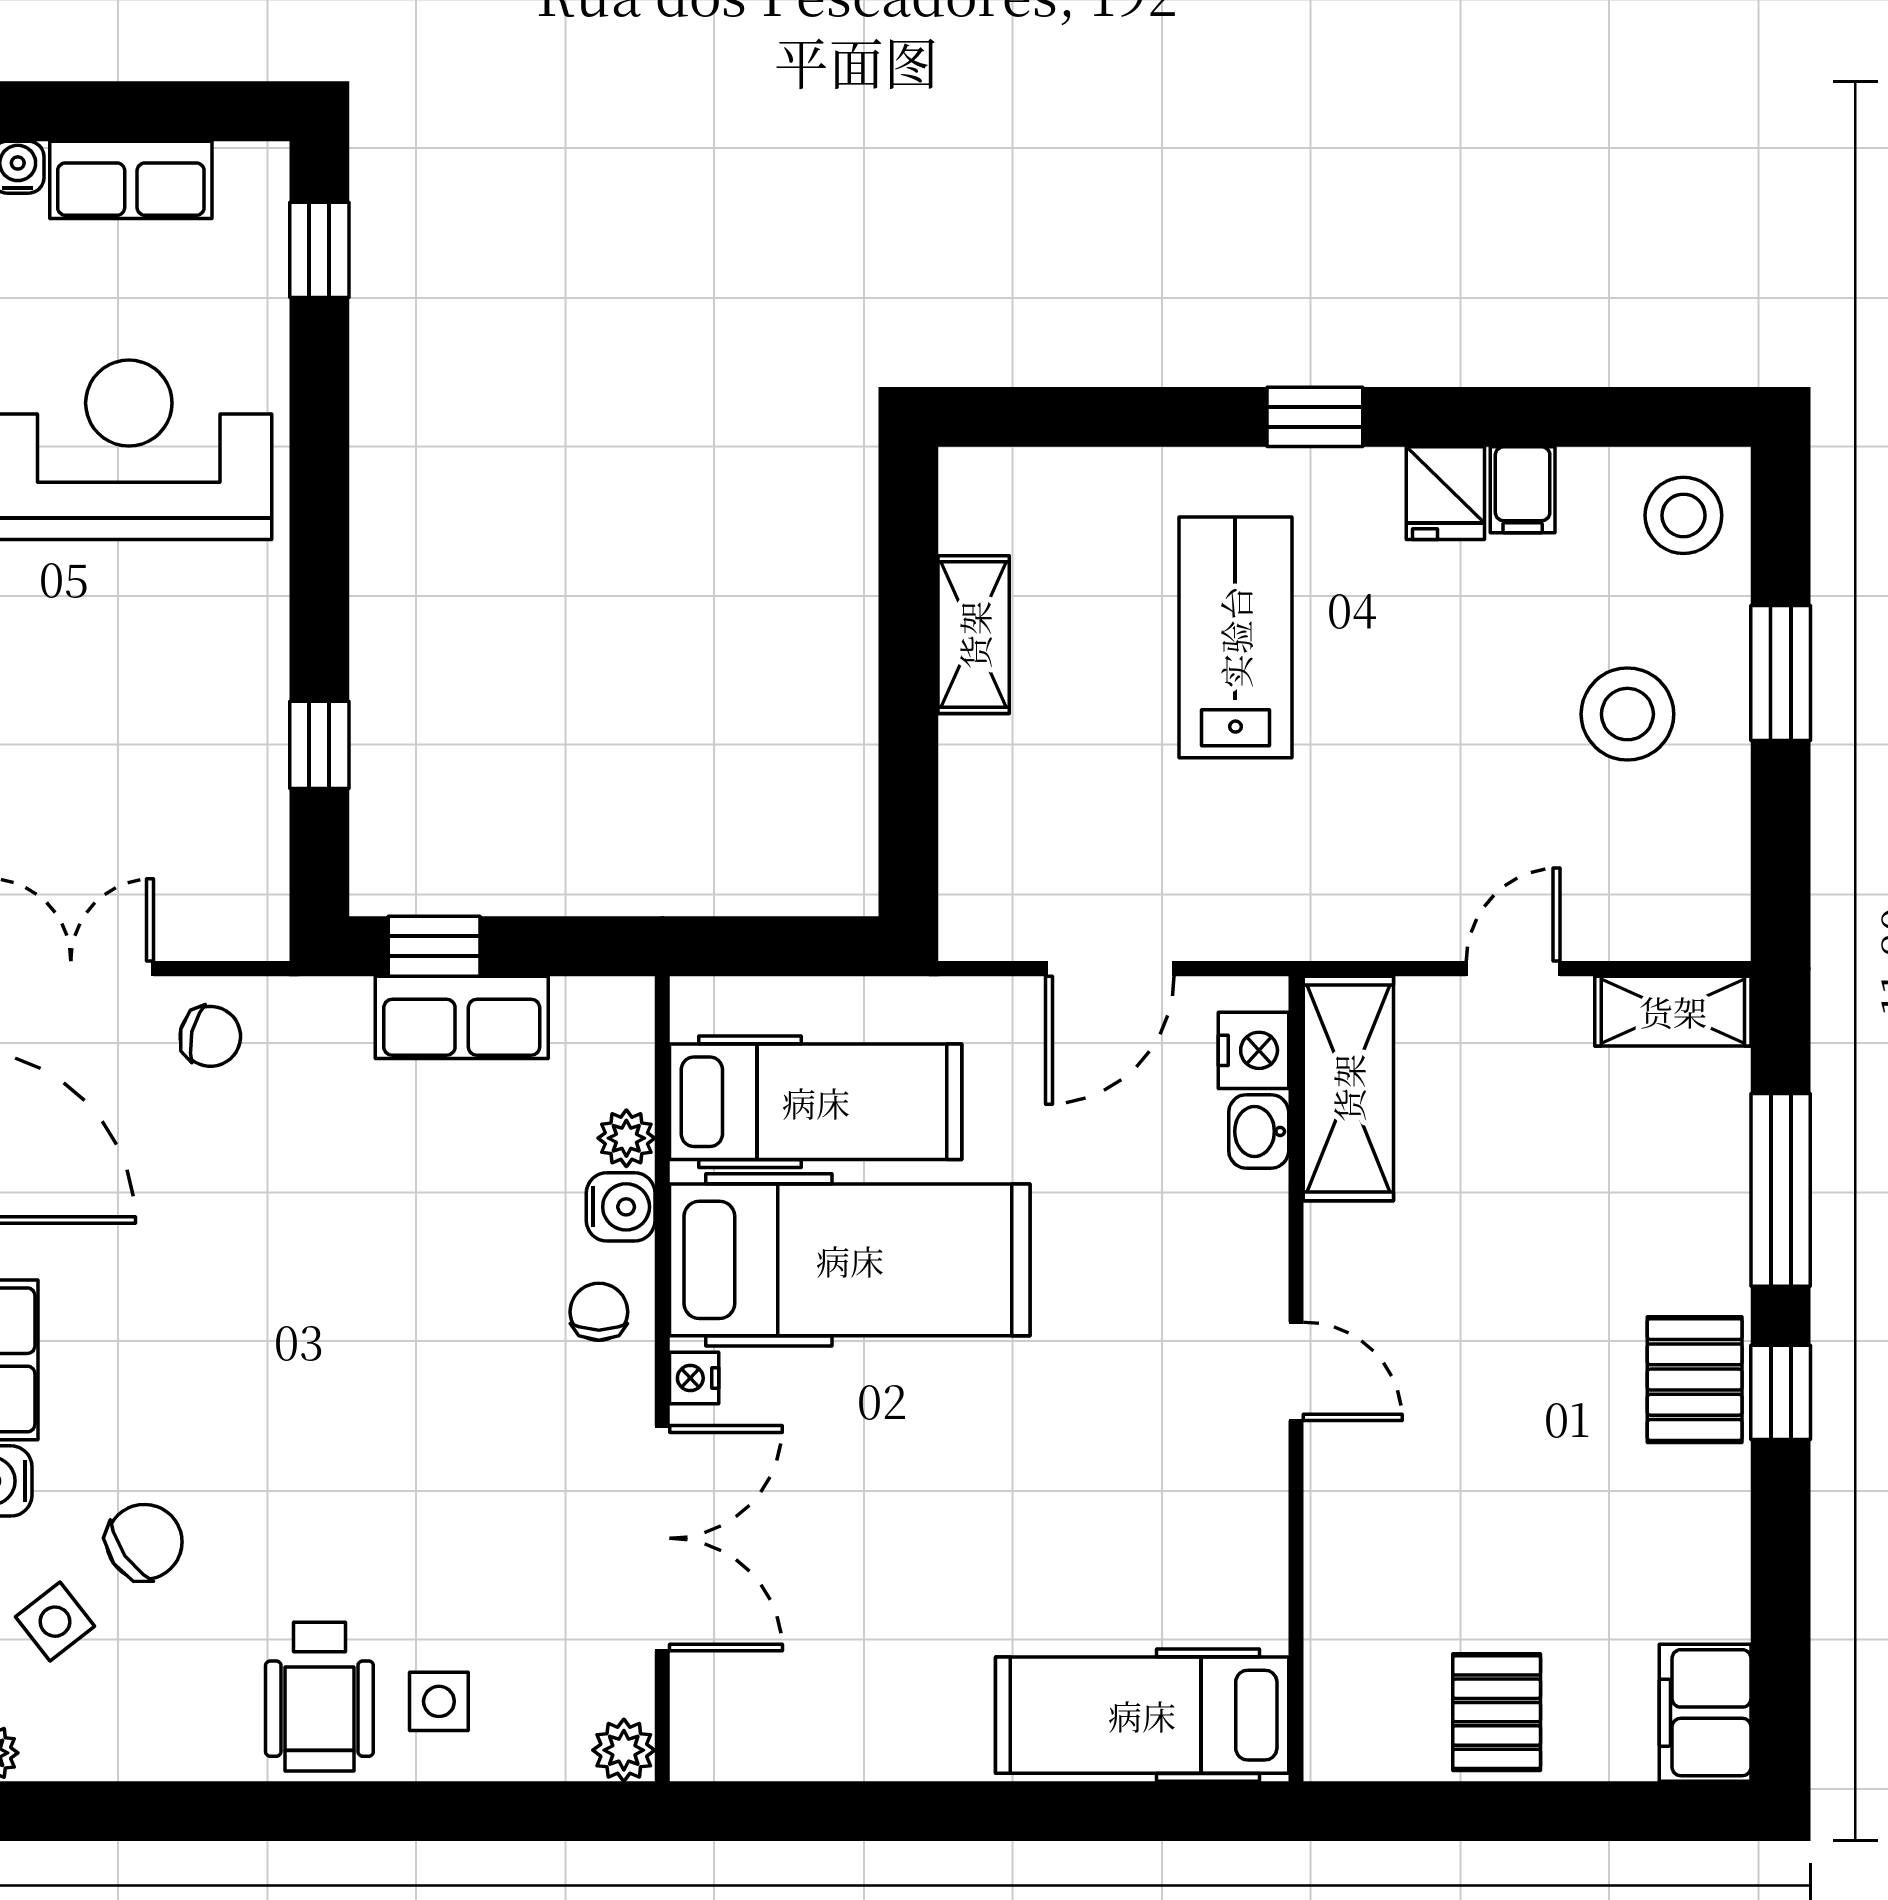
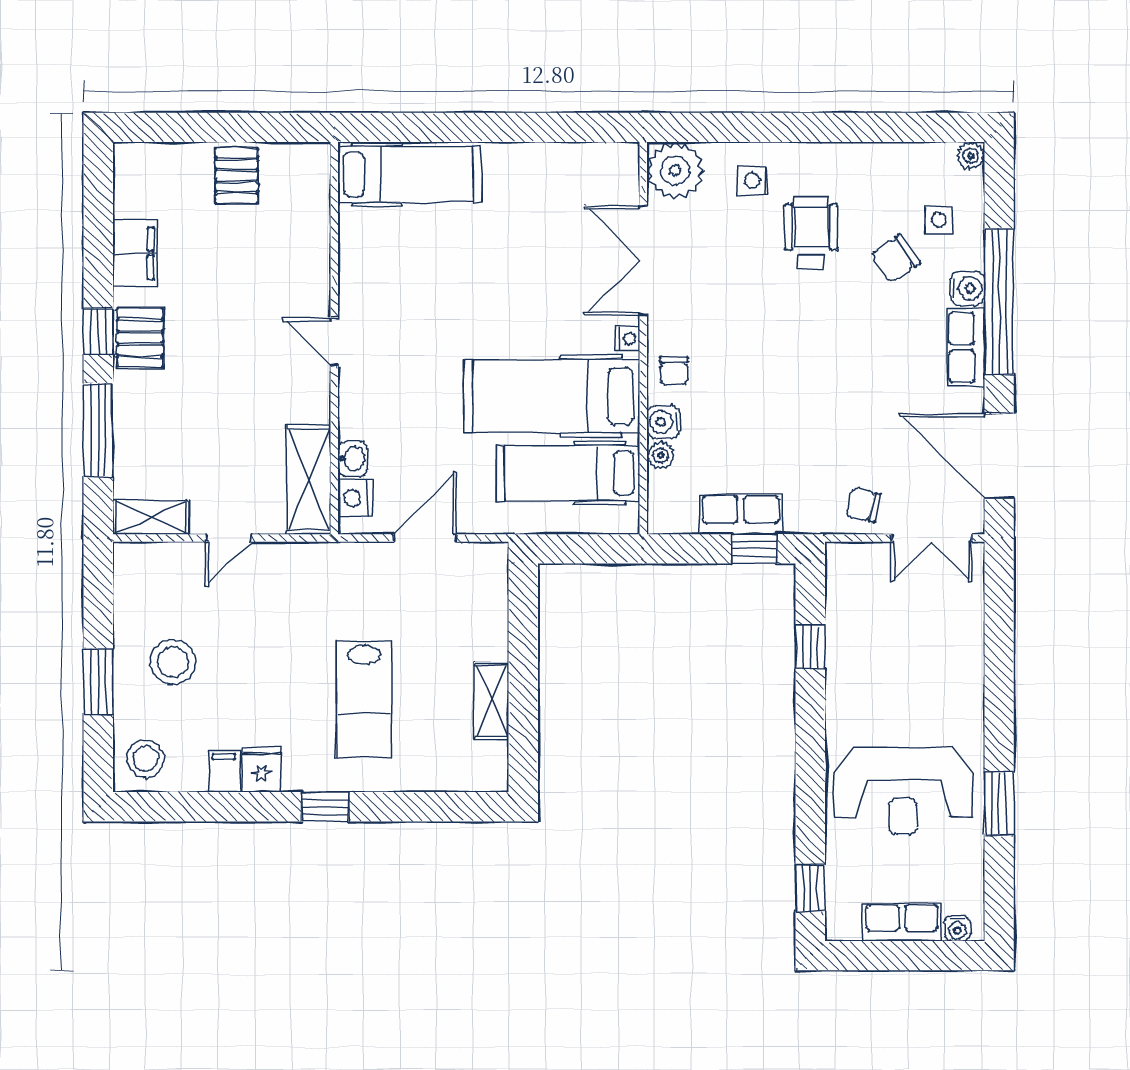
side table: (55, 1622) -> (939, 220), turned 38
wheelchair: (319, 1697) -> (811, 233), moved
filing cabinet: (1705, 1713) -> (135, 253), moved
plant: (624, 1750) -> (675, 170), width x1.88, depth x1.88

